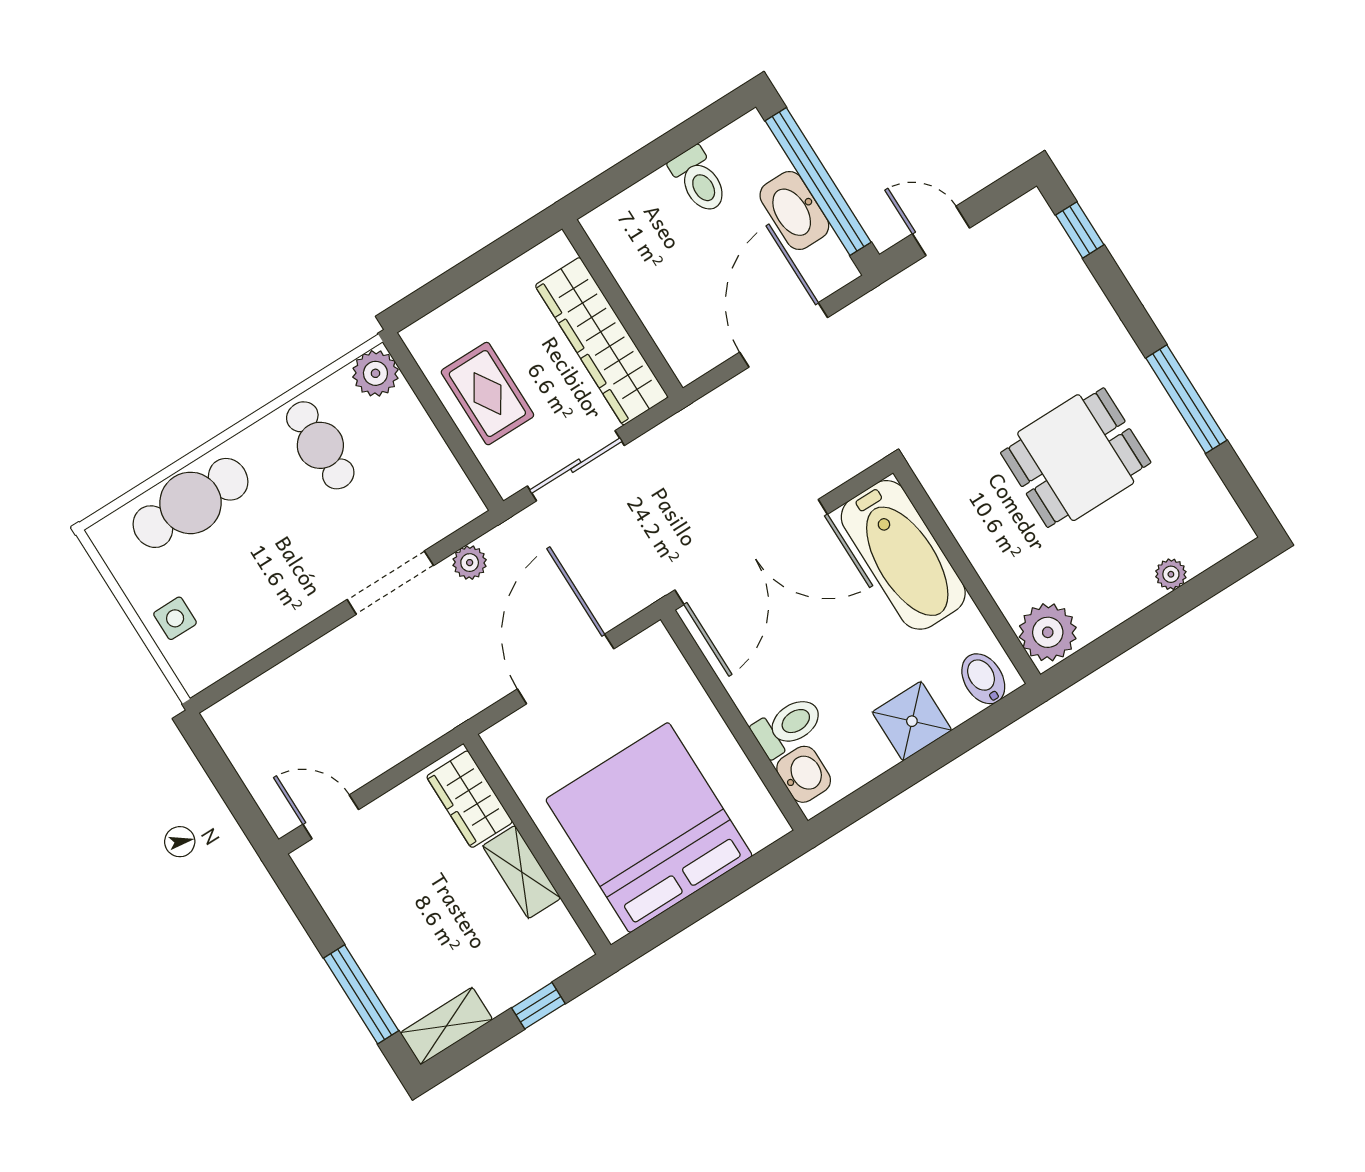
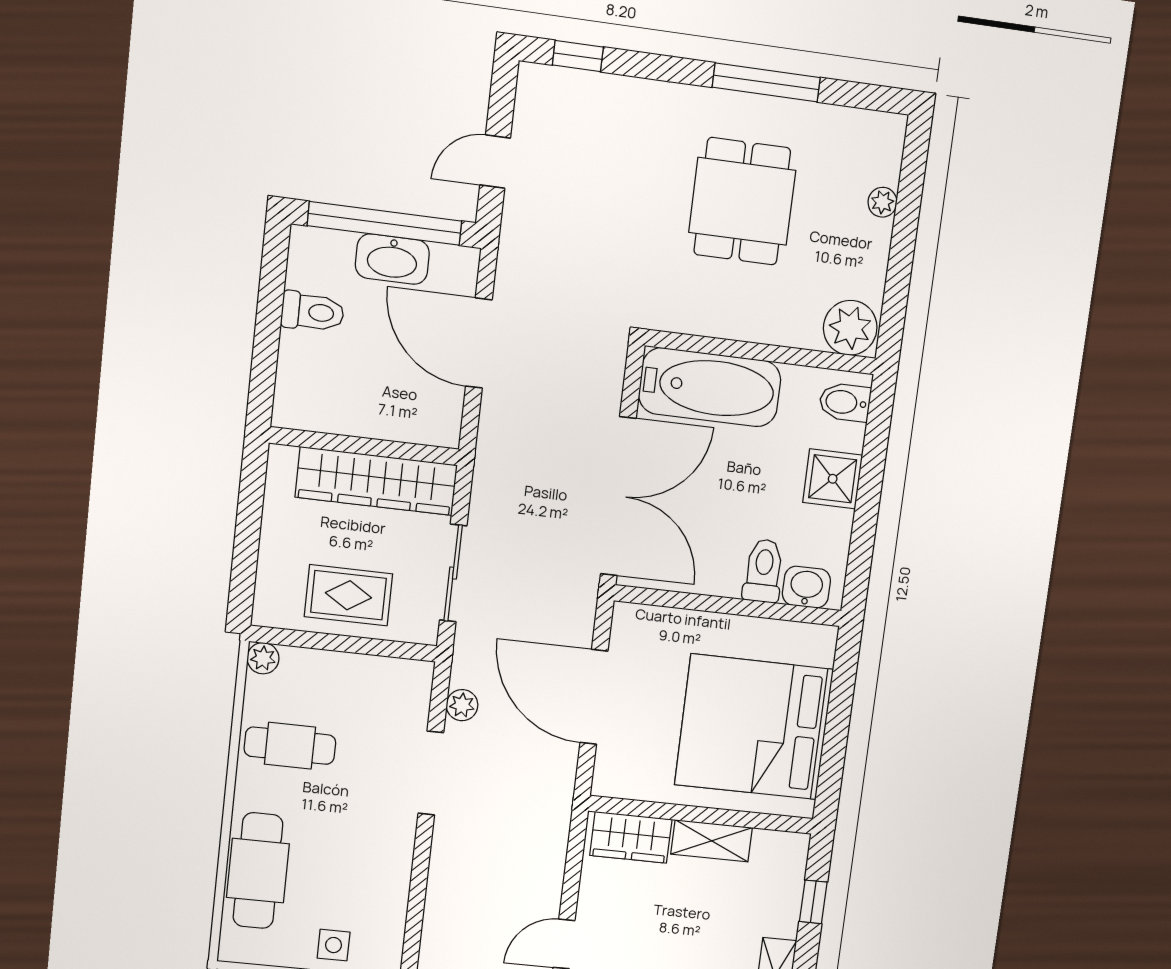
plant: (375, 373) -> (263, 658), width x0.73, depth x0.73

